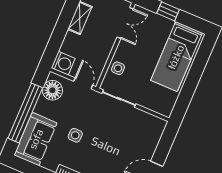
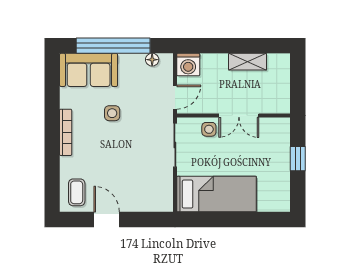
double door: (125, 23) -> (239, 116), moved
bed: (176, 57) -> (216, 194), moved, turned 180
floor lamp: (52, 90) -> (152, 60), width x0.53, depth x0.53

